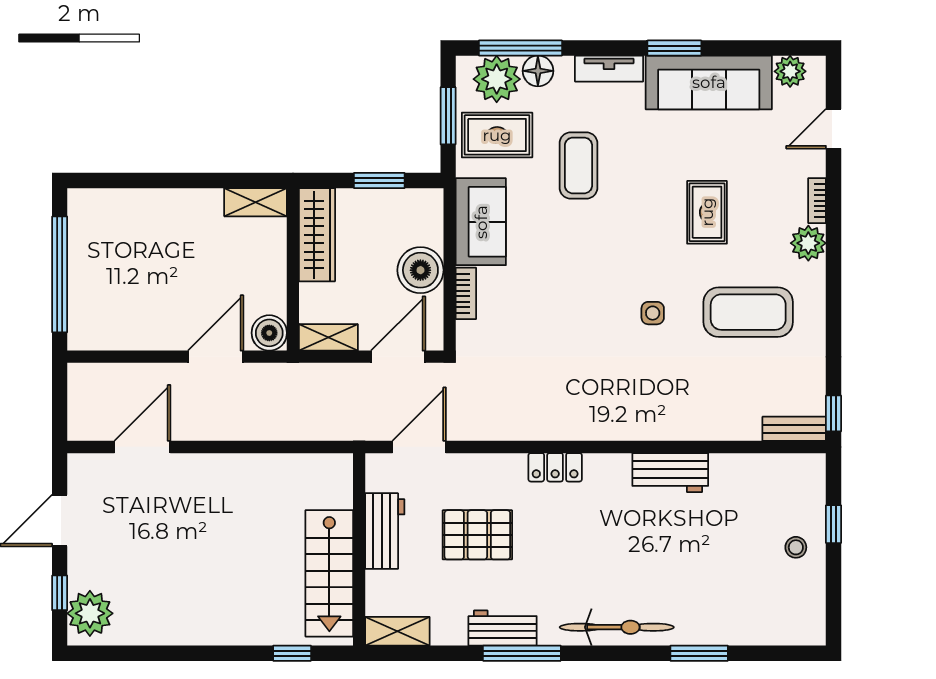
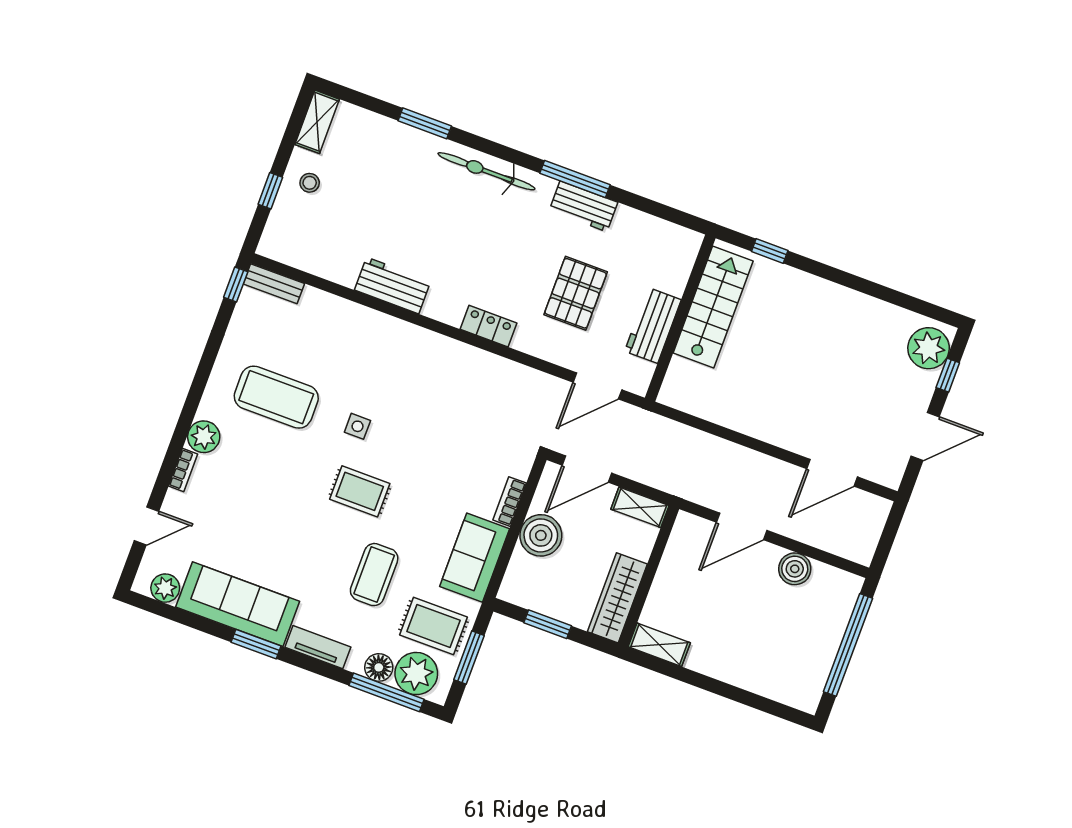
rug: (707, 212) -> (360, 491), moved, turned 90
boiler: (269, 333) -> (795, 569), moved
pallet: (477, 535) -> (576, 293), turned 90
shelving: (397, 631) -> (317, 122), moved, turned 90

